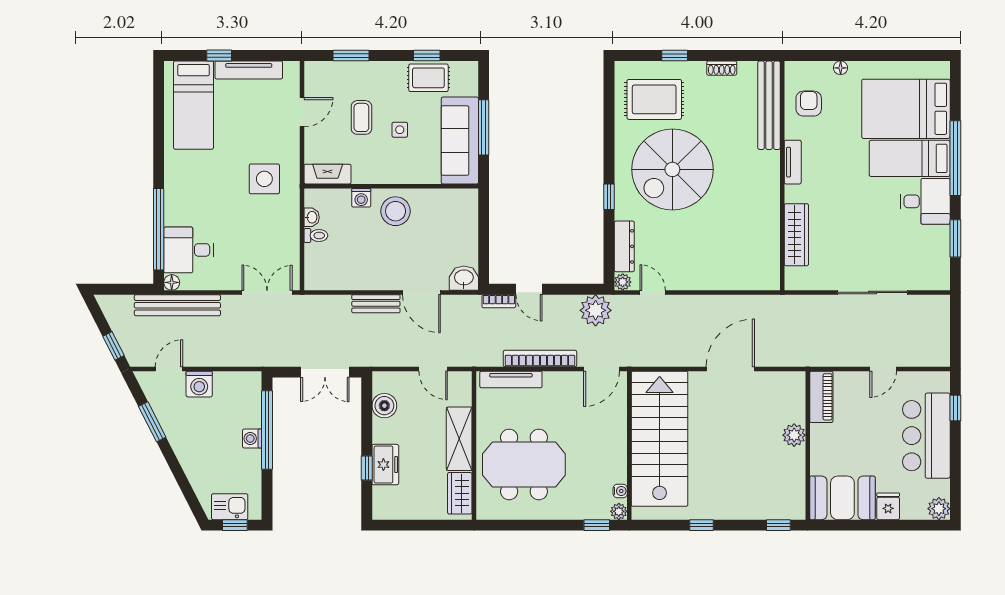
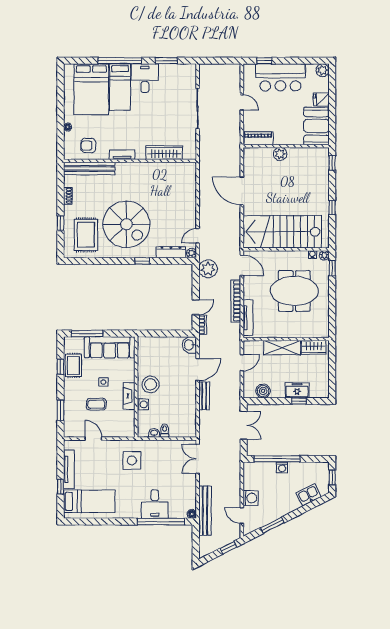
window: (484, 127) -> (87, 334), moved
fireplace: (328, 174) -> (129, 396), moved
desk: (189, 250) -> (155, 504), moved
meeting table: (524, 464) -> (294, 291), moved, turned 90
kitchen sink: (230, 507) -> (309, 495), moved, turned 63

